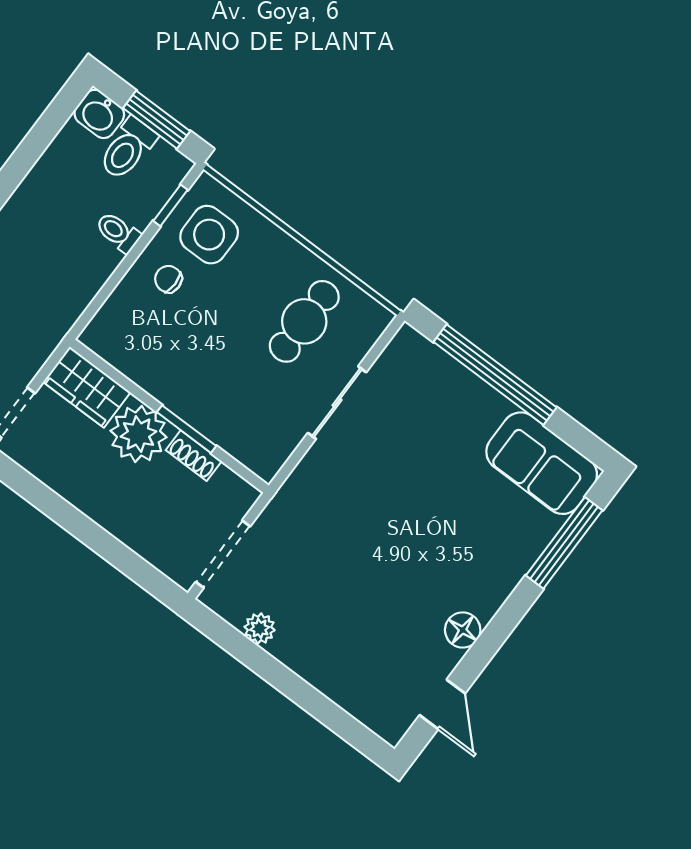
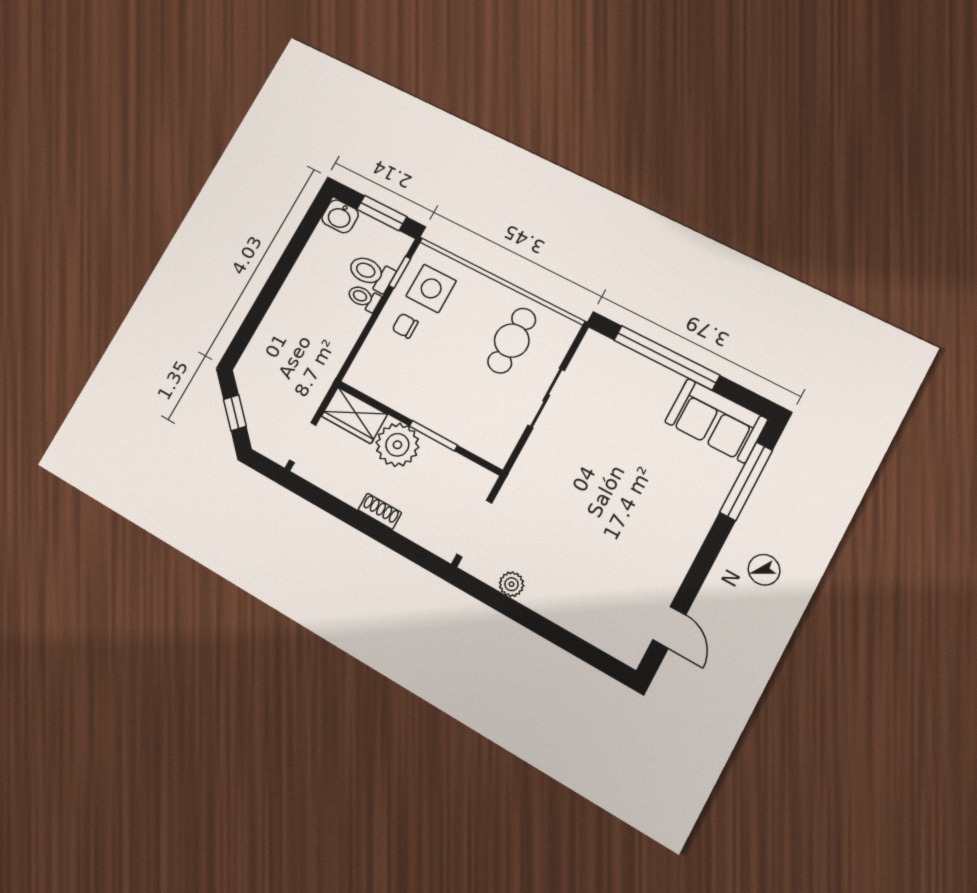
toilet: (128, 149) -> (371, 273), moved, turned 90
shoe rack: (194, 456) -> (380, 511), moved, turned 180
floor lamp: (463, 630) -> (675, 564), removed

